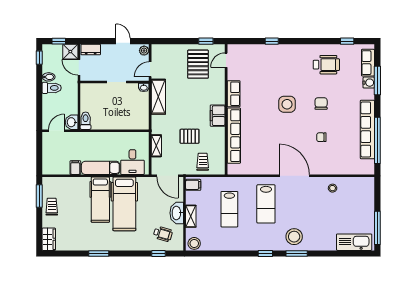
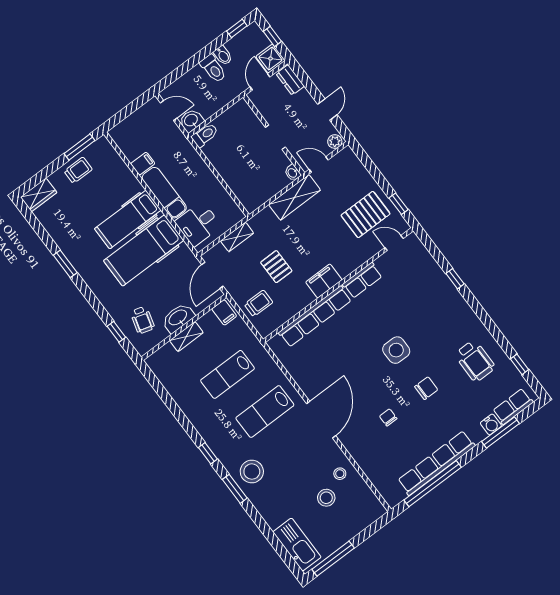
stool: (194, 243) -> (326, 498), moved

